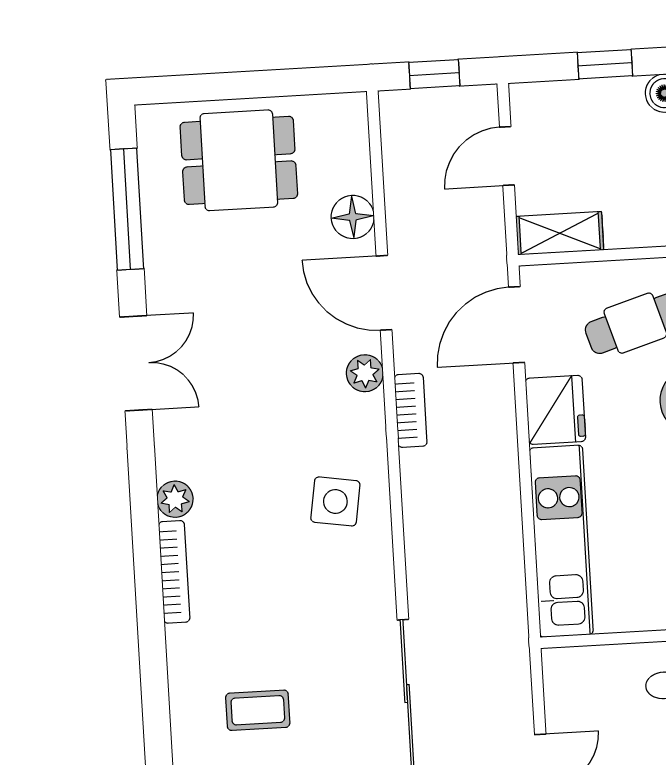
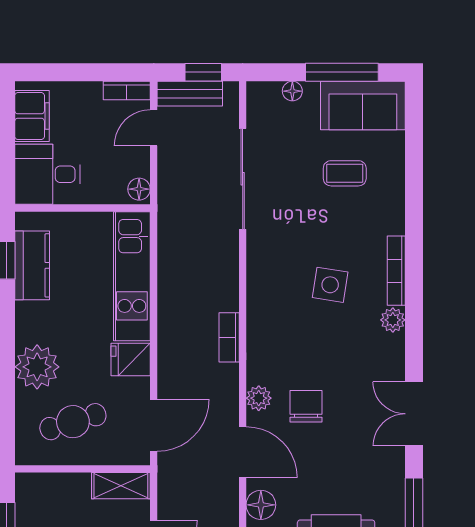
chair: (295, 365) -> (306, 406), added
bookcase: (411, 410) -> (229, 337), moved
fridge: (555, 410) -> (131, 360), width x0.72
side table: (335, 501) -> (330, 285), moved
floor lamp: (558, 670) -> (139, 189), added

